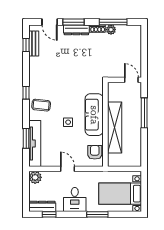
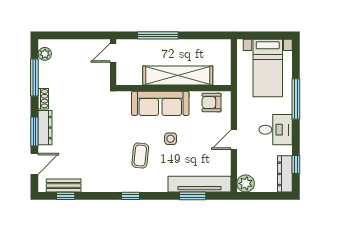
plant: (111, 30) -> (45, 54), moved
coffee table: (41, 105) -> (140, 156), moved
window: (97, 214) -> (296, 99), width x1.44

